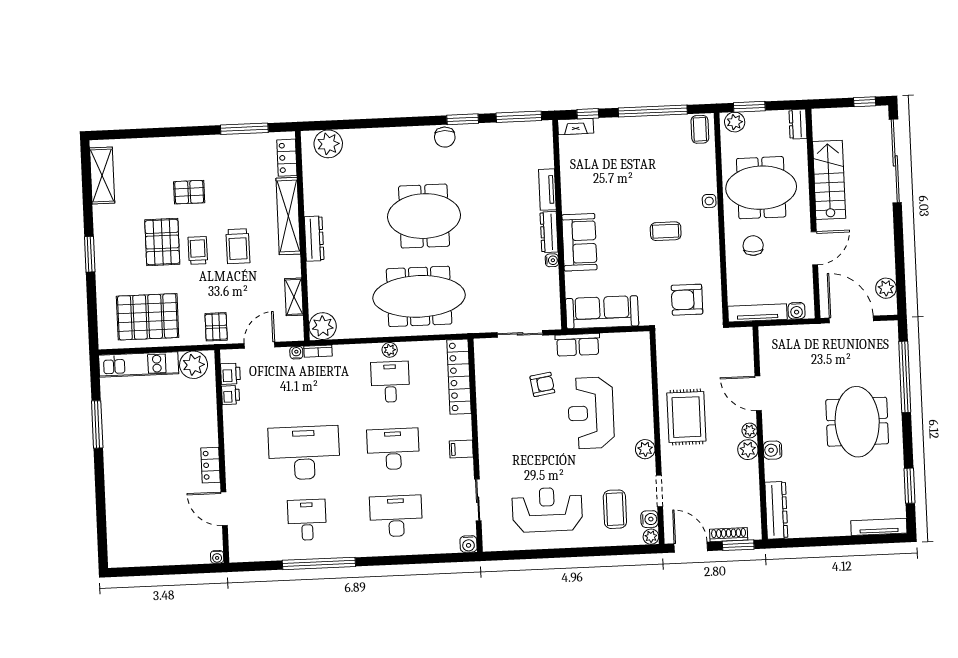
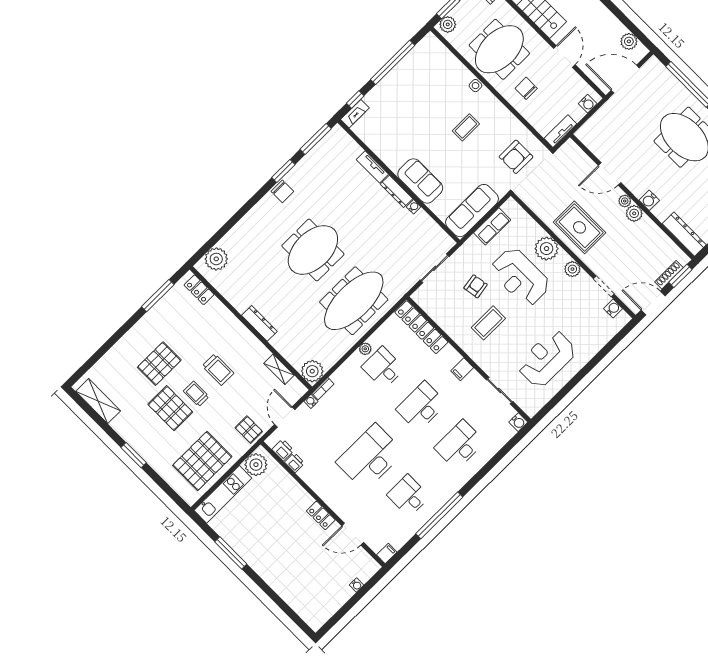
coffee table: (700, 129) -> (431, 48), removed
pallet: (189, 192) -> (159, 364), width x1.50, depth x1.42
shelving: (288, 216) -> (232, 324), removed
tv unit: (757, 313) -> (560, 131), width x0.71
row of seats: (578, 345) -> (492, 226), moved
coffee table: (615, 509) -> (488, 323), moved, turned 90
plant: (651, 537) -> (547, 249), moved, width x1.88, depth x1.88
filing cabinet: (239, 555) -> (387, 553), added
water cooler: (217, 557) -> (356, 585), moved

